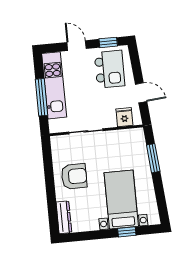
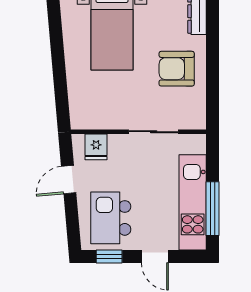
door: (141, 93) -> (69, 180), hinge flipped
window: (42, 97) -> (212, 209), moved
window: (153, 158) -> (60, 84), removed

